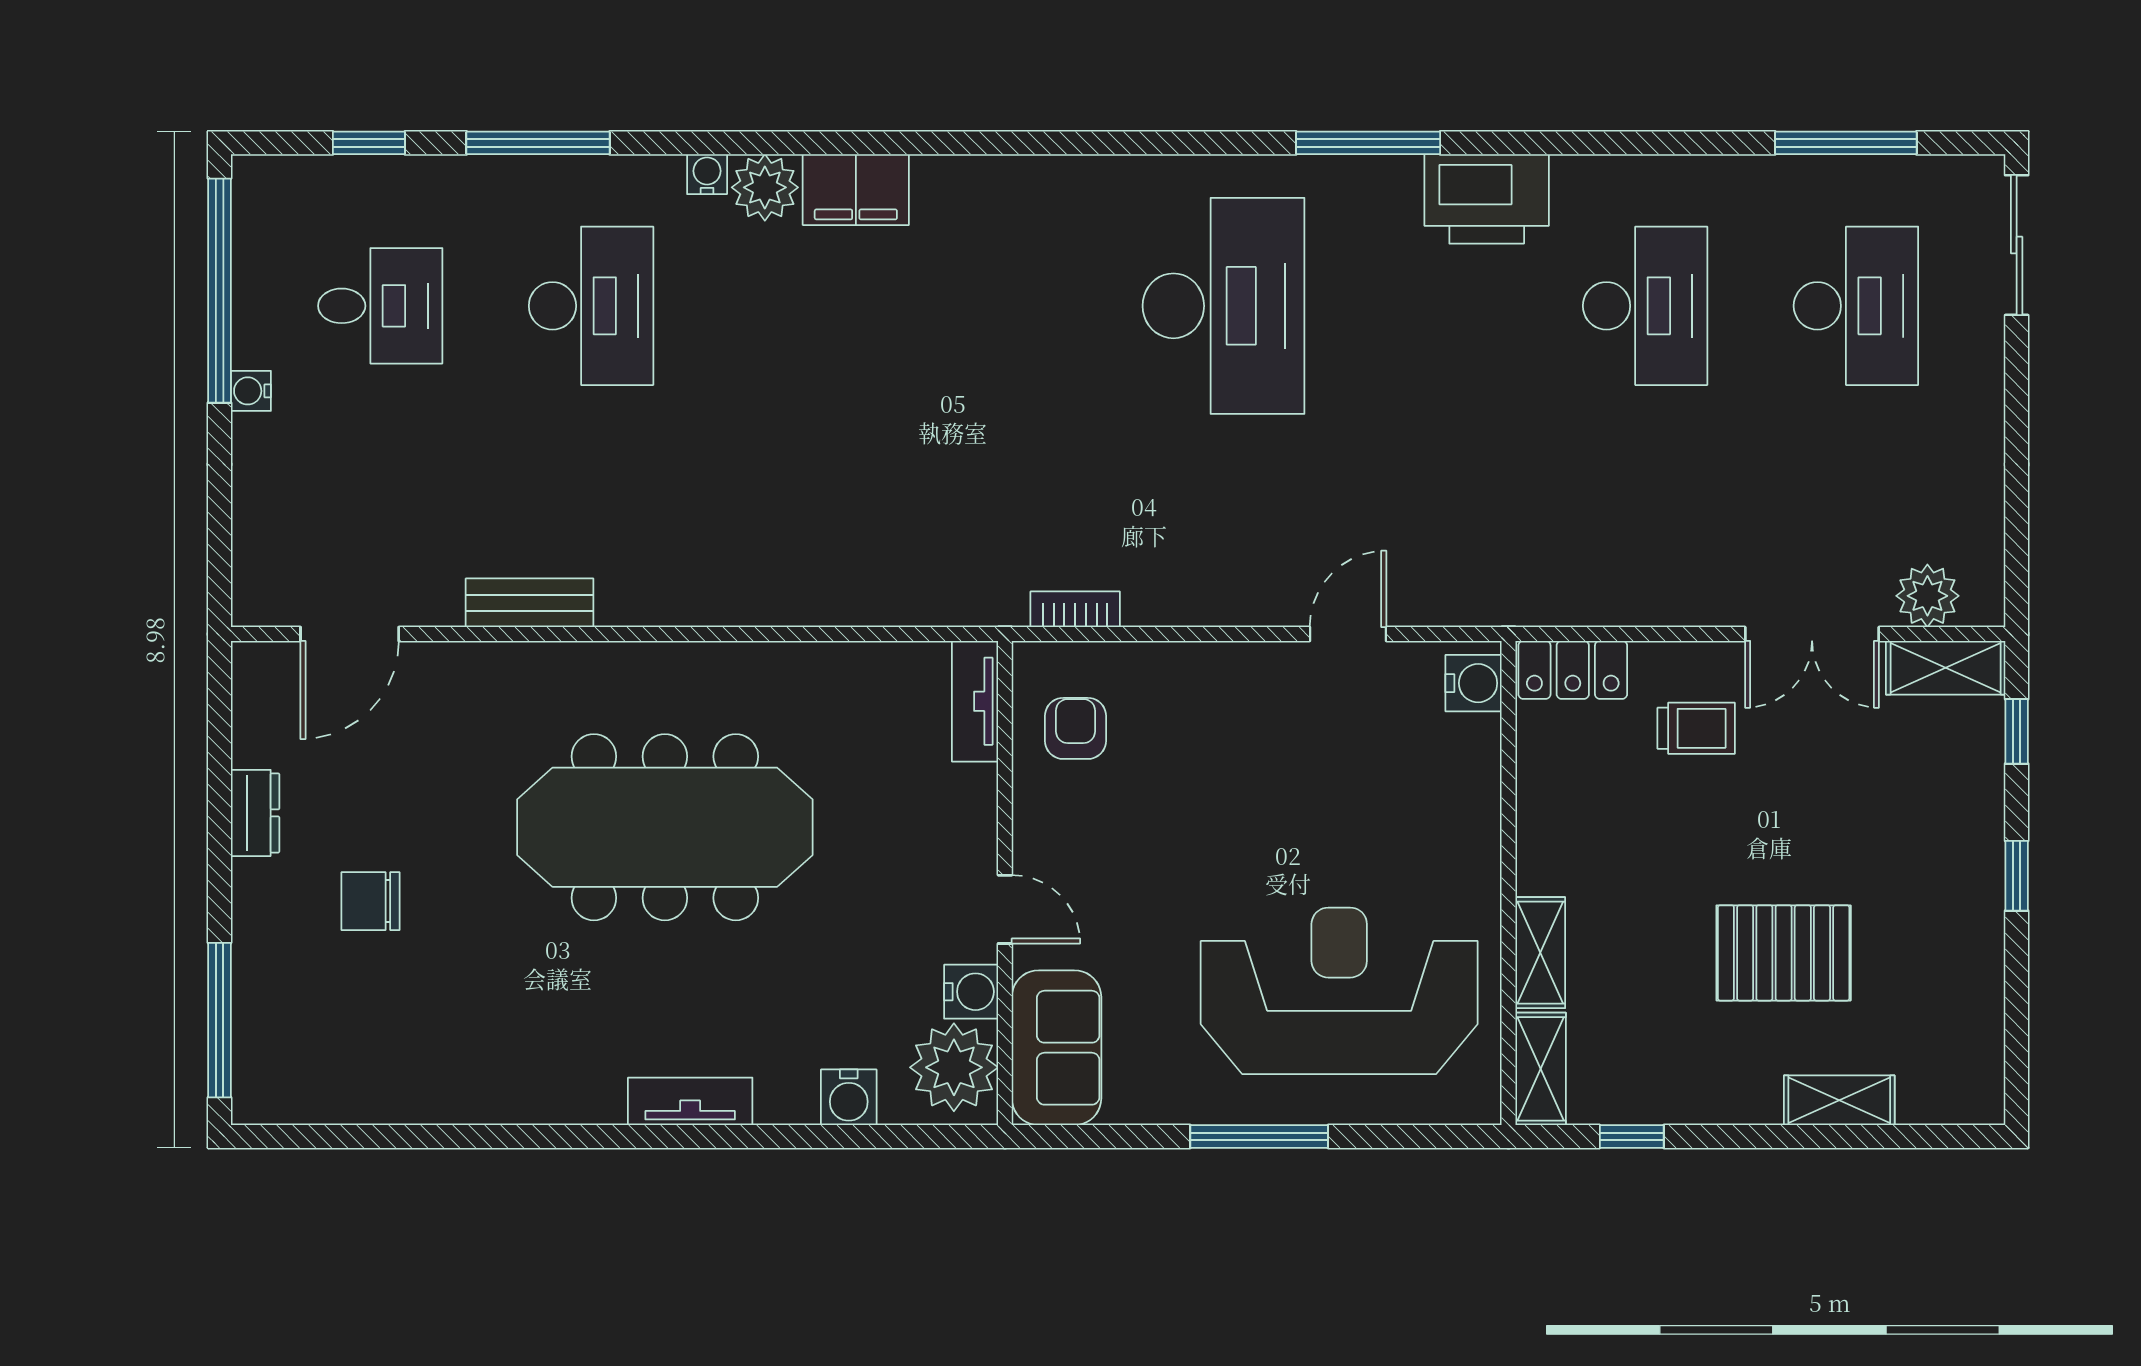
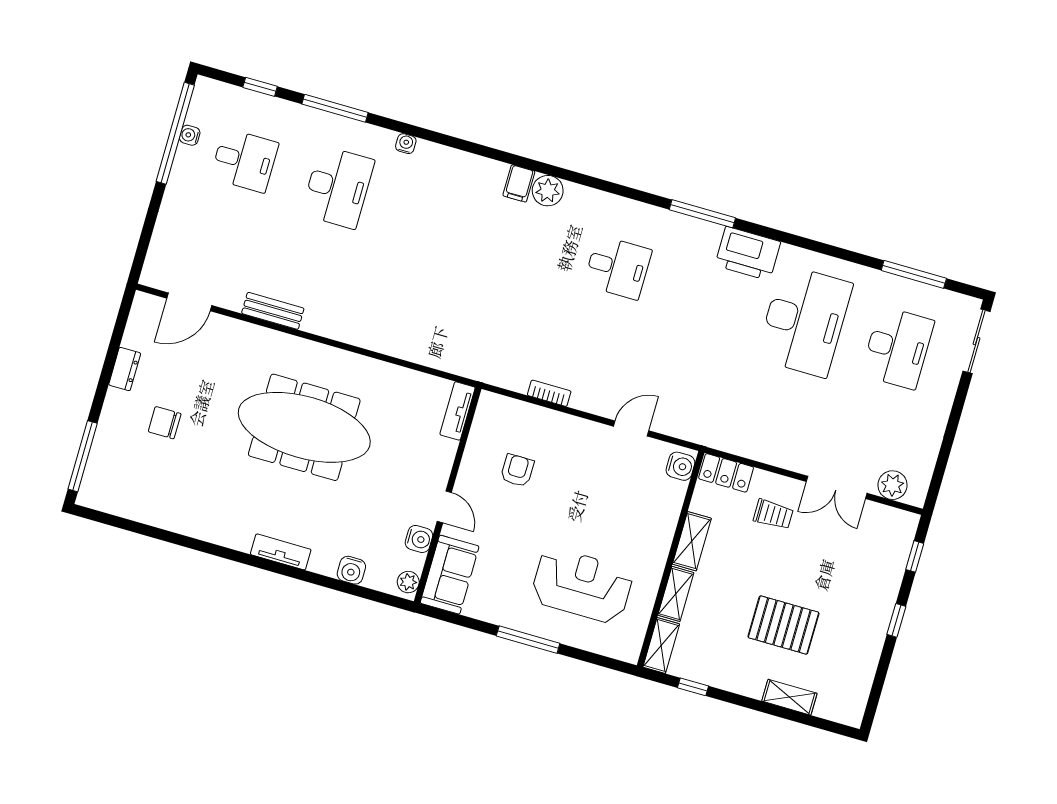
plant: (765, 187) -> (548, 191), moved
filing cabinet: (856, 190) -> (519, 183), moved, width x0.50
desk: (1223, 306) -> (618, 267), width x0.53, depth x0.77
desk: (1645, 306) -> (804, 321), width x1.36, depth x1.30
water cooler: (251, 391) -> (190, 135), moved
bookcase: (1075, 609) -> (549, 393), moved
shelving: (1946, 668) -> (692, 541), moved, turned 90
armchair: (1076, 728) -> (517, 470), moved
reception desk: (1339, 991) -> (582, 585), width x0.74, depth x0.77
plant: (954, 1067) -> (408, 582), width x0.53, depth x0.53

